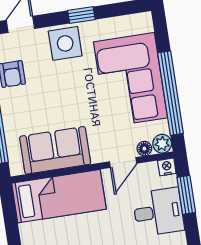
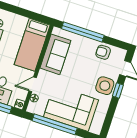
window: (81, 15) -> (118, 91), moved
plant: (162, 144) -> (32, 108), removed
door: (123, 163) -> (33, 84), hinge flipped

